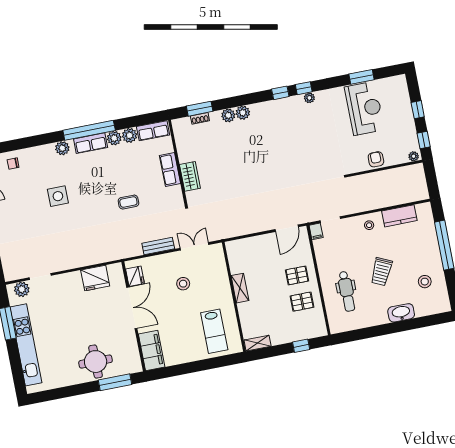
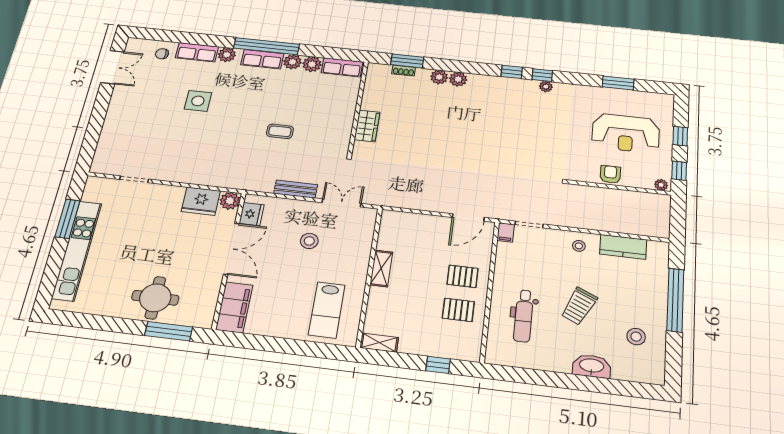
reception desk: (364, 108) -> (626, 133), moved, turned 90
row of seats: (170, 169) -> (197, 52), moved, turned -90
plant: (22, 289) -> (230, 201), moved

